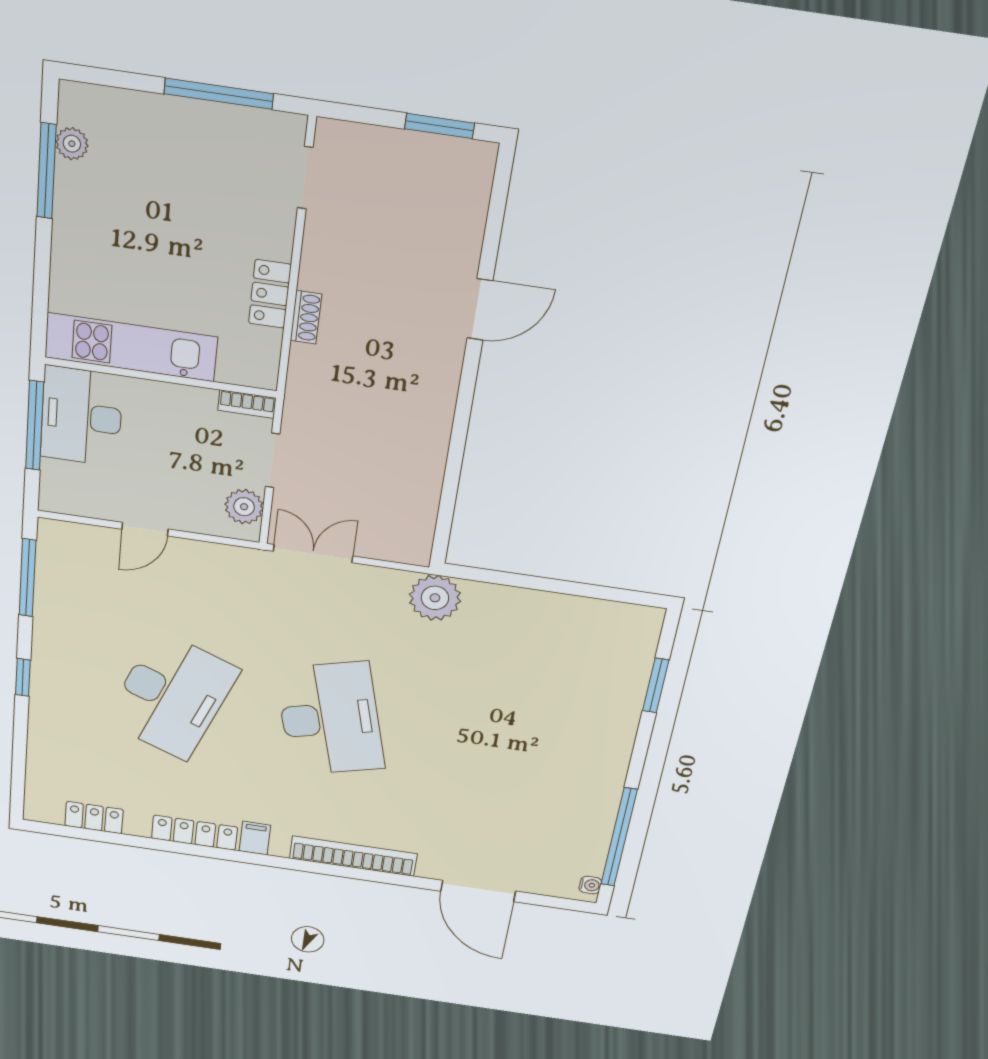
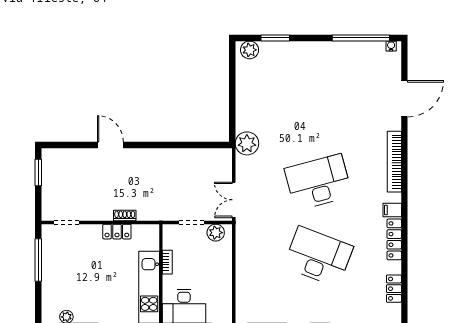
bookcase: (247, 404) -> (167, 262), moved
door: (145, 529) -> (234, 275), removed
plant: (641, 633) -> (250, 50), added

